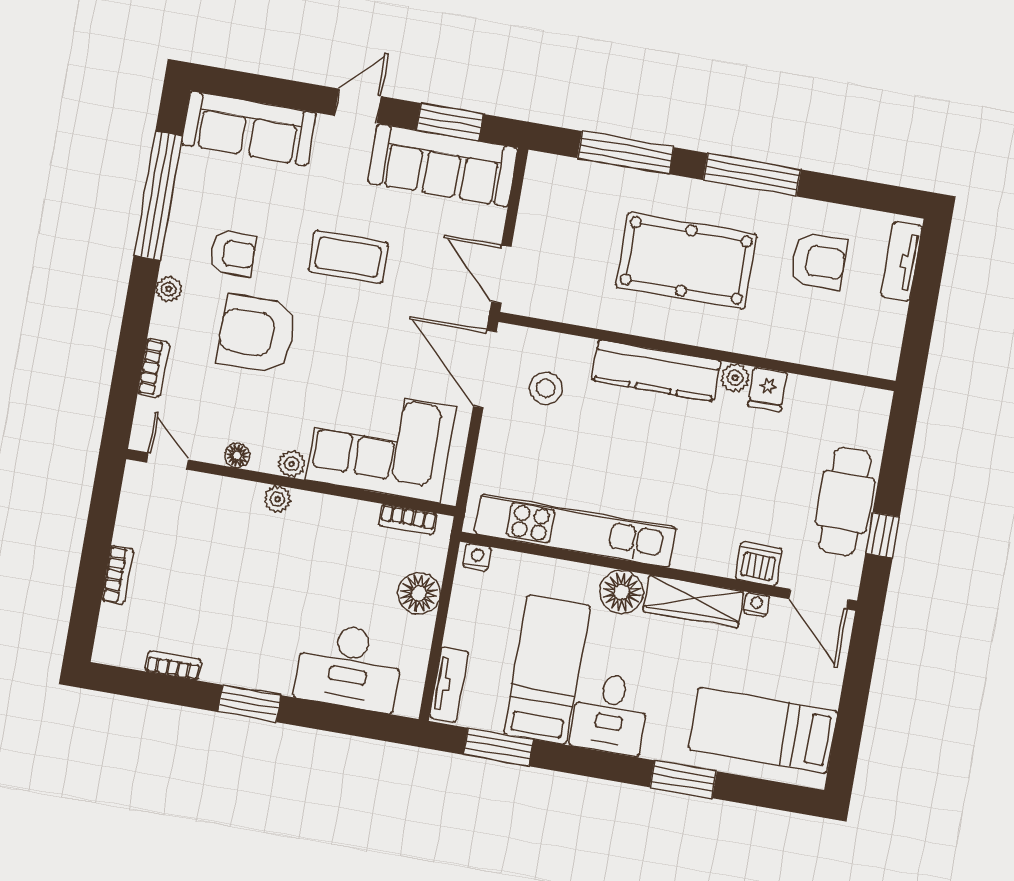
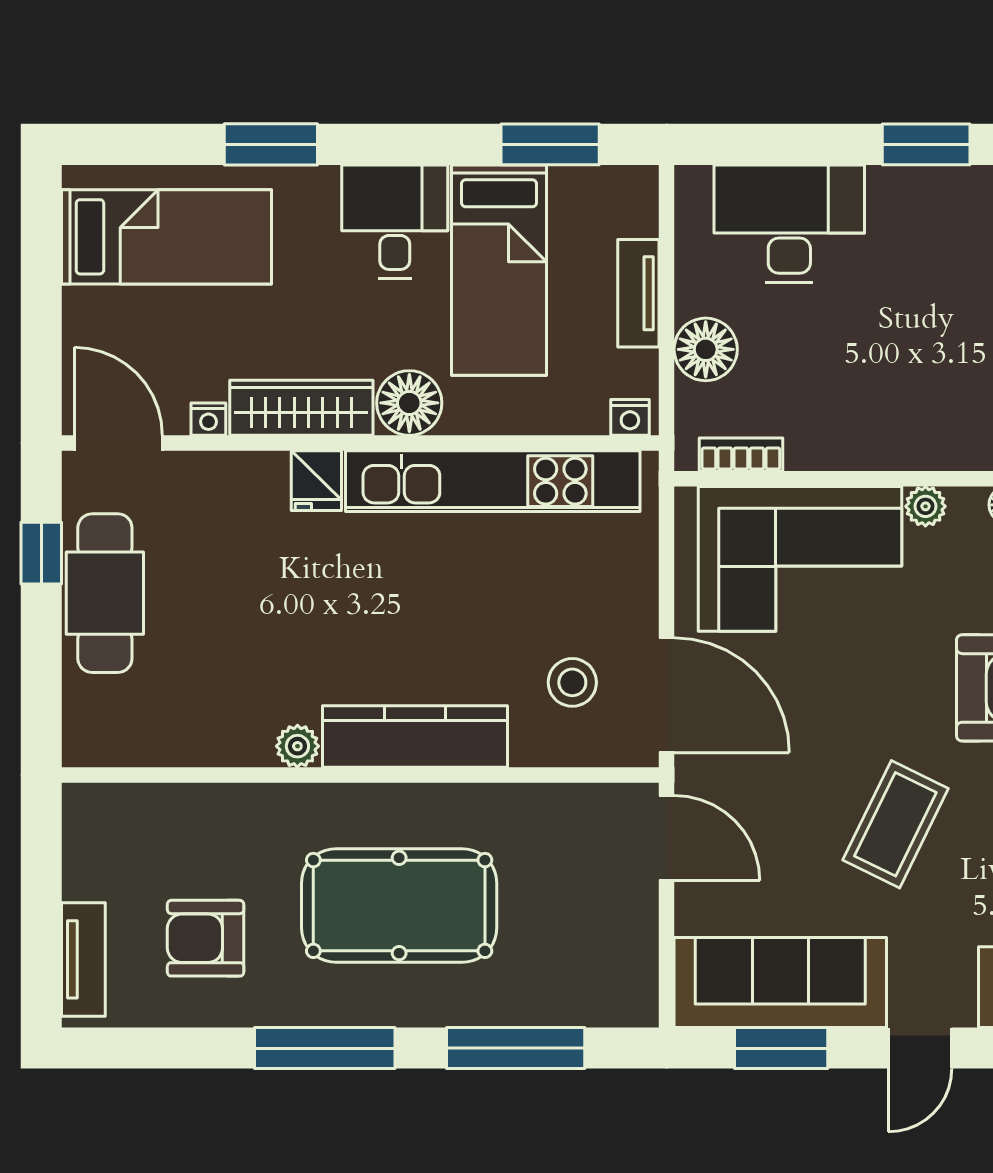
coffee table: (348, 257) -> (895, 824), turned -64
fridge: (767, 389) -> (316, 481), moved, turned 180
plant: (277, 499) -> (937, 451), removed
dishwasher: (759, 564) -> (215, 480), removed
tv unit: (449, 685) -> (638, 293), moved

